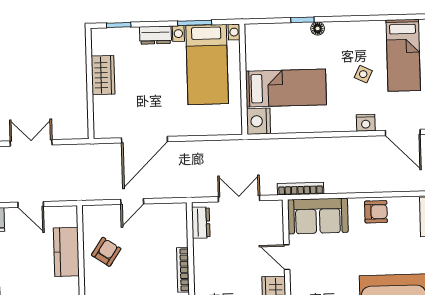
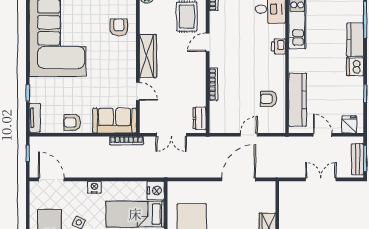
nightstand: (366, 123) -> (94, 187), moved
double door: (31, 143) -> (321, 179), swing flipped
kitchen counter: (66, 252) -> (298, 100), width x1.50
armchair: (106, 252) -> (269, 99), turned 56

